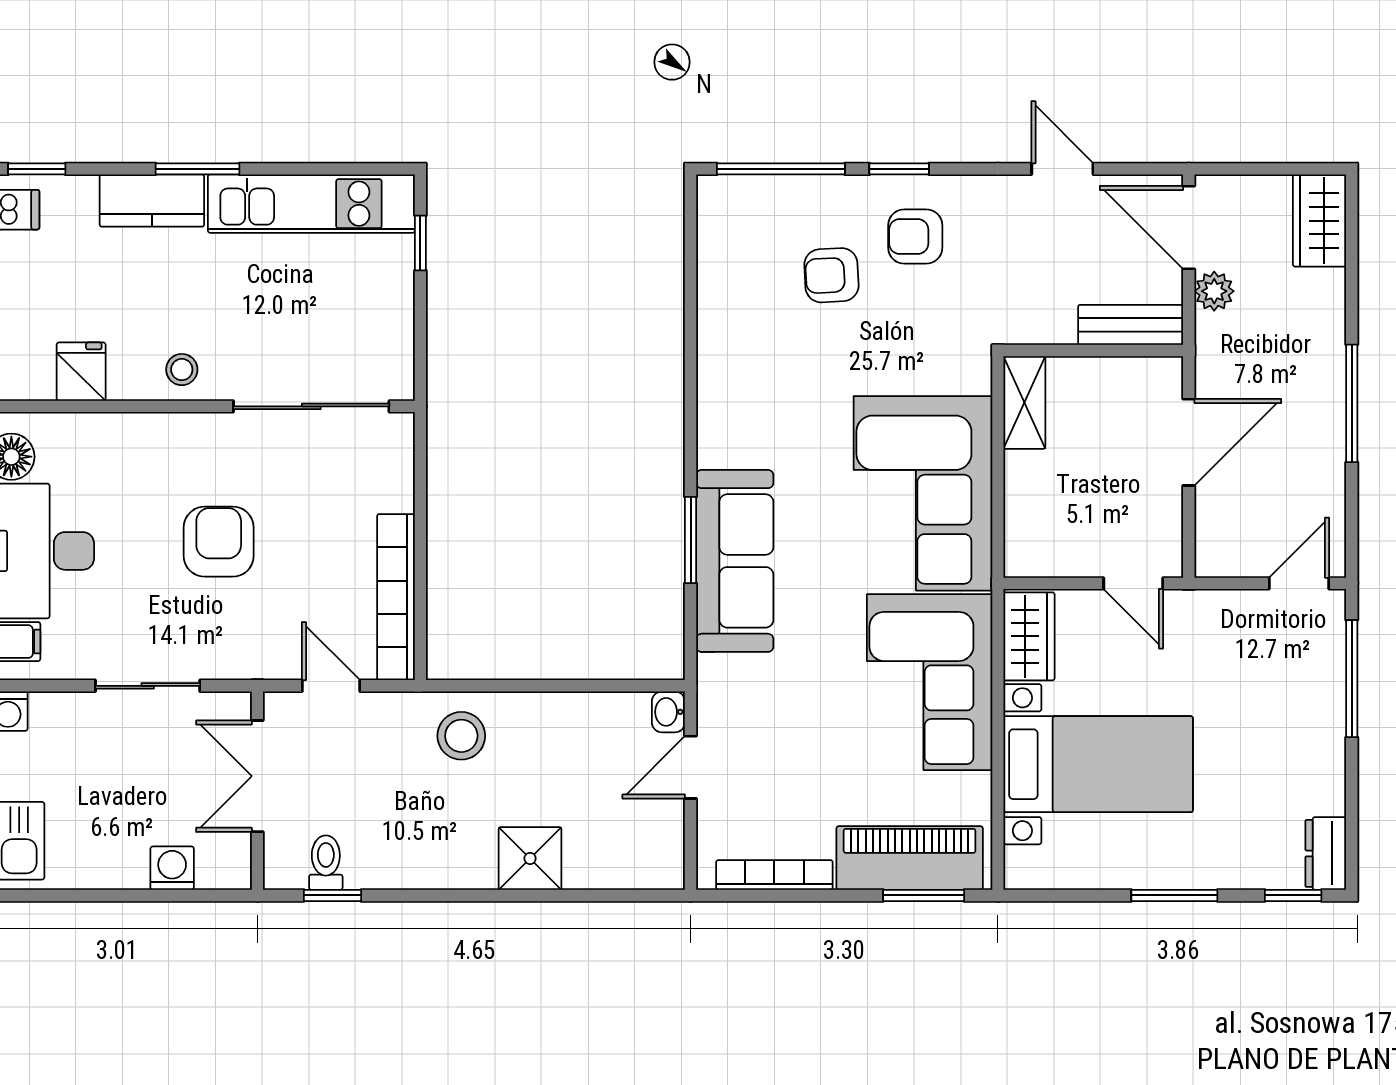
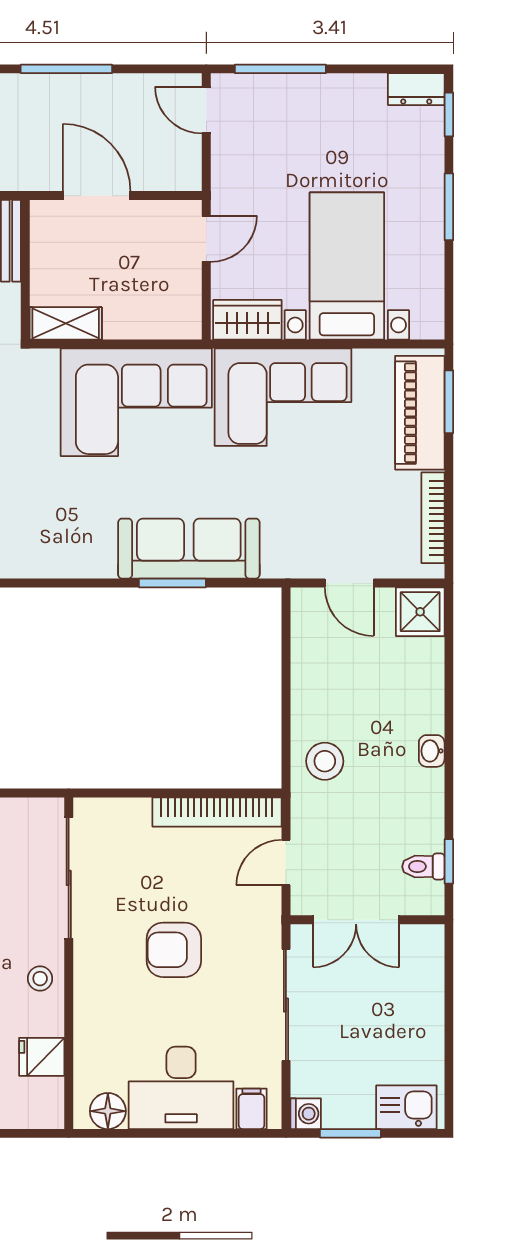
sliding door: (148, 686) -> (286, 1005), width x1.37
washbasin: (668, 712) -> (432, 751), moved, turned 90
shower: (530, 858) -> (420, 612), moved
washing machine: (172, 868) -> (428, 986), removed

